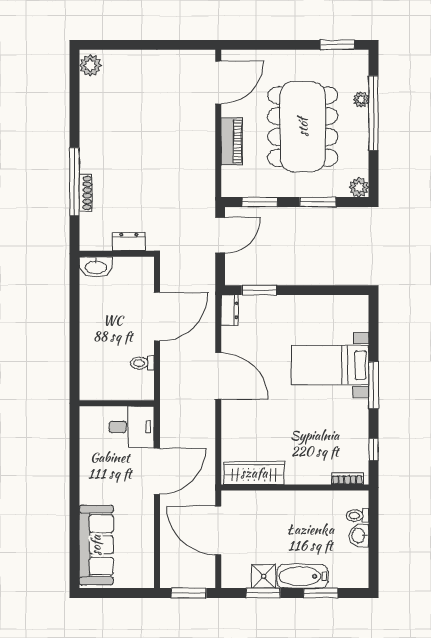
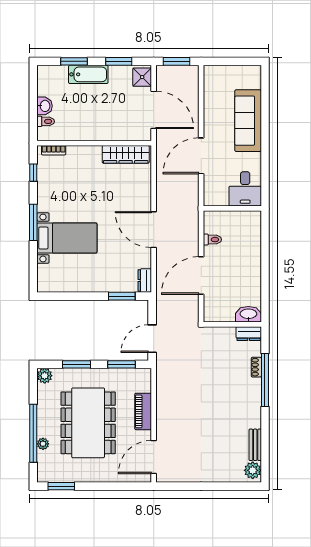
bench: (87, 98) -> (255, 445), added
shoe rack: (86, 193) -> (256, 367), width x0.70
dresser: (129, 242) -> (249, 334), moved
desk: (132, 427) -> (245, 189), moved, turned -90
sofa: (96, 545) -> (248, 121), moved
shower: (264, 576) -> (142, 77), moved

